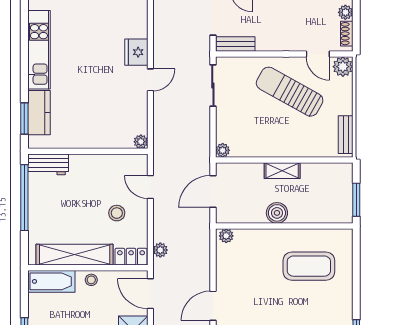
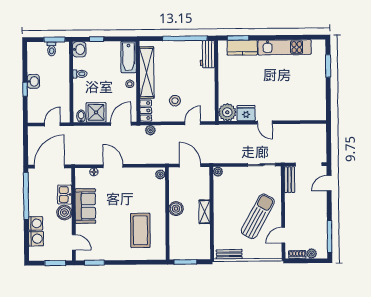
fridge: (136, 52) -> (246, 113), moved
plant: (343, 67) -> (275, 252), removed
plant: (141, 142) -> (227, 112), width x1.87, depth x1.87

